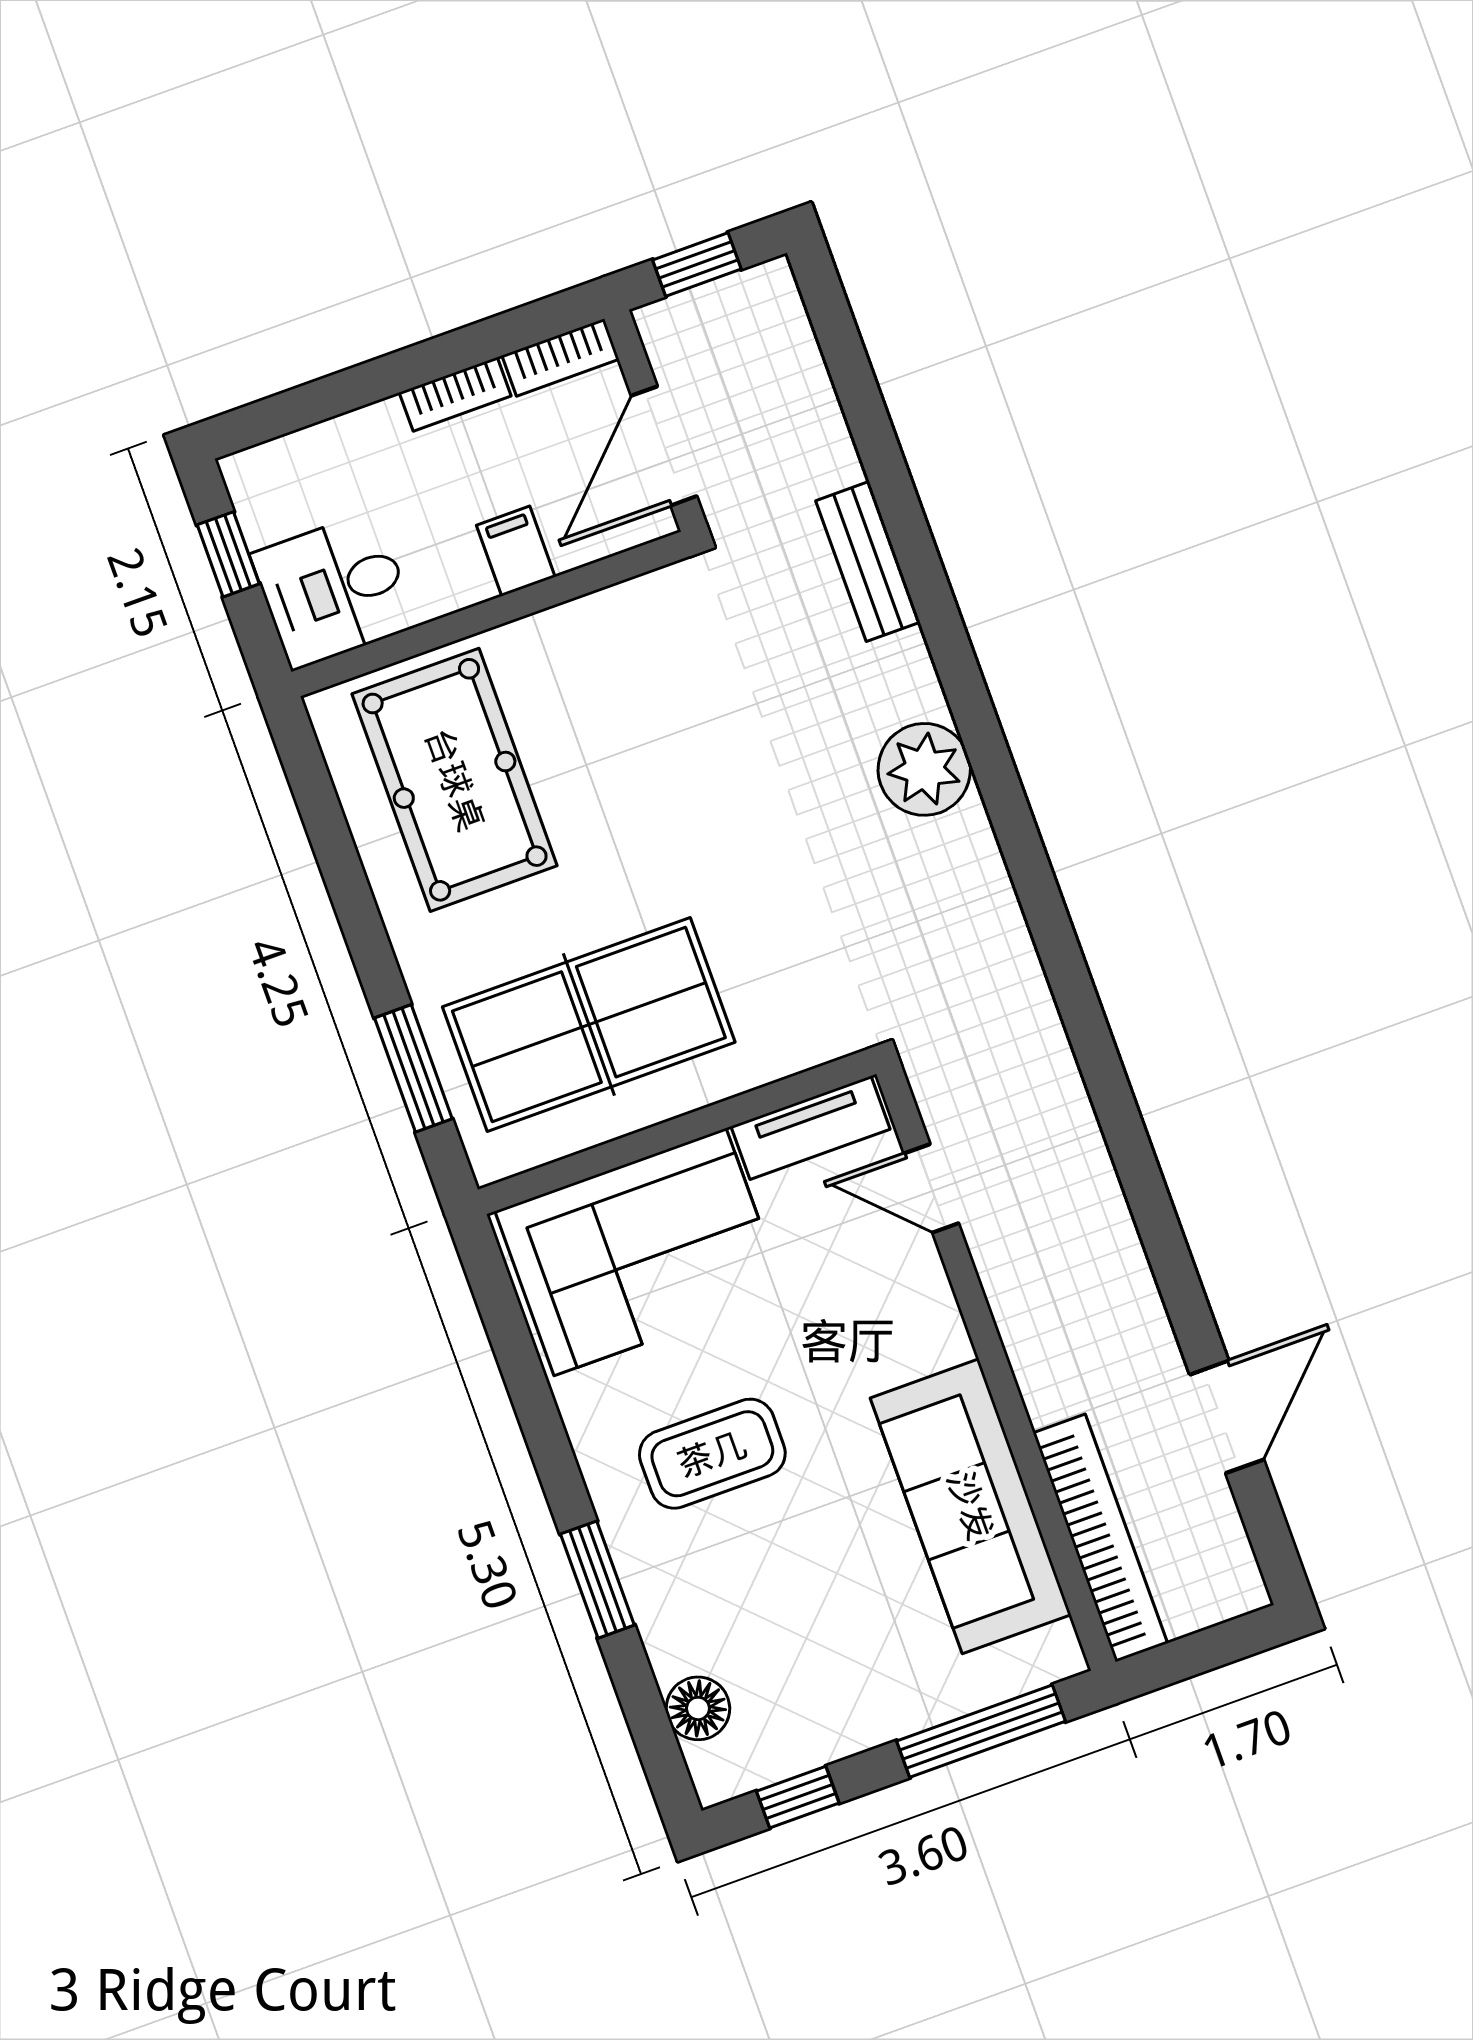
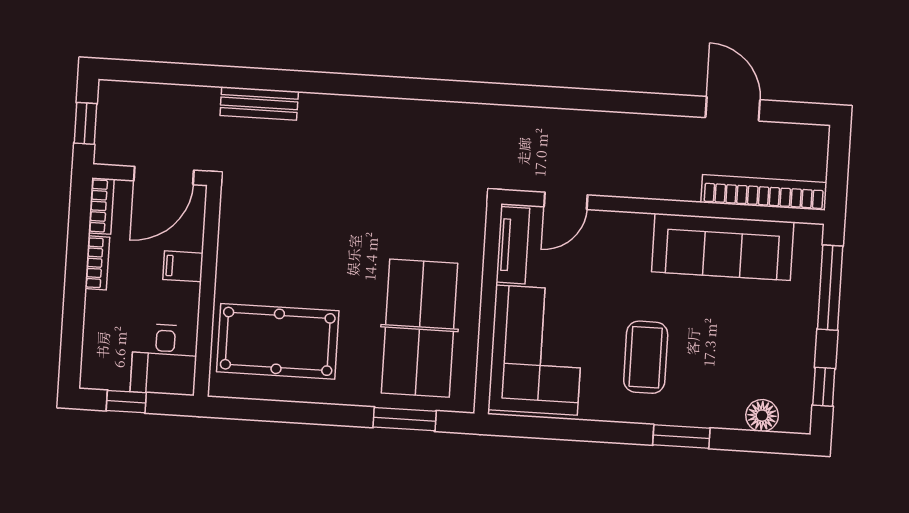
door: (664, 446) -> (164, 176), hinge flipped
plant: (924, 769) -> (368, 119), removed

